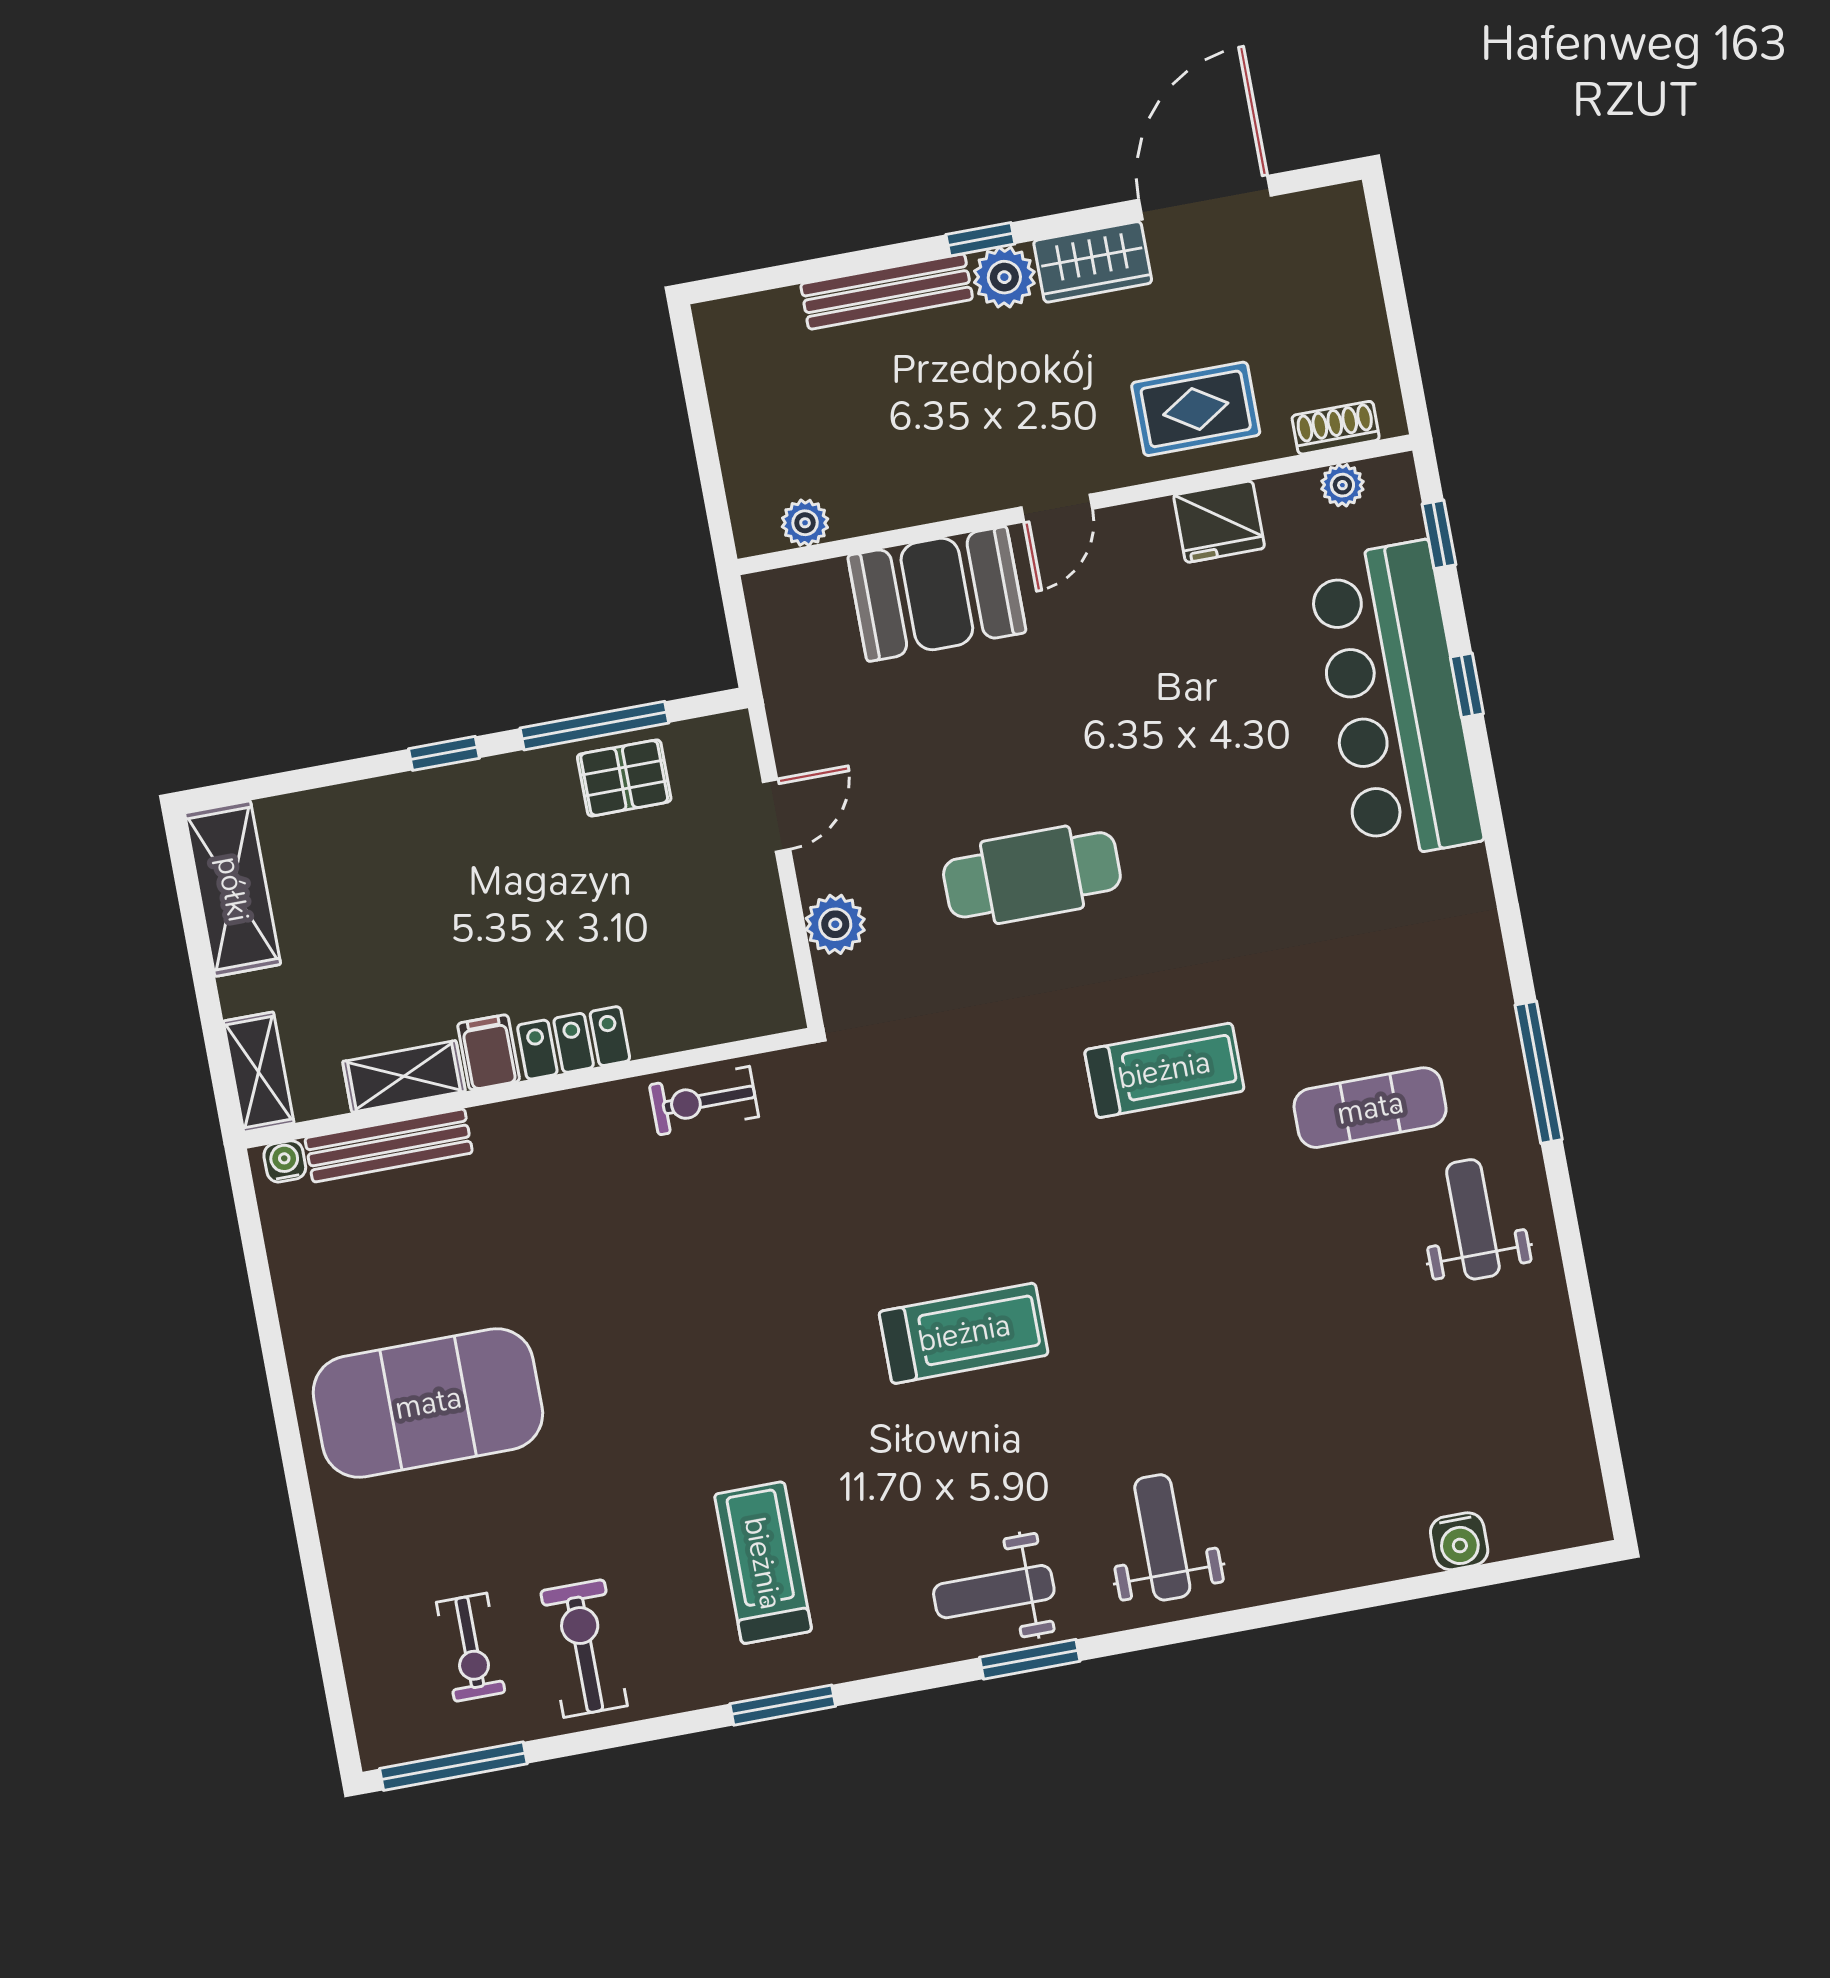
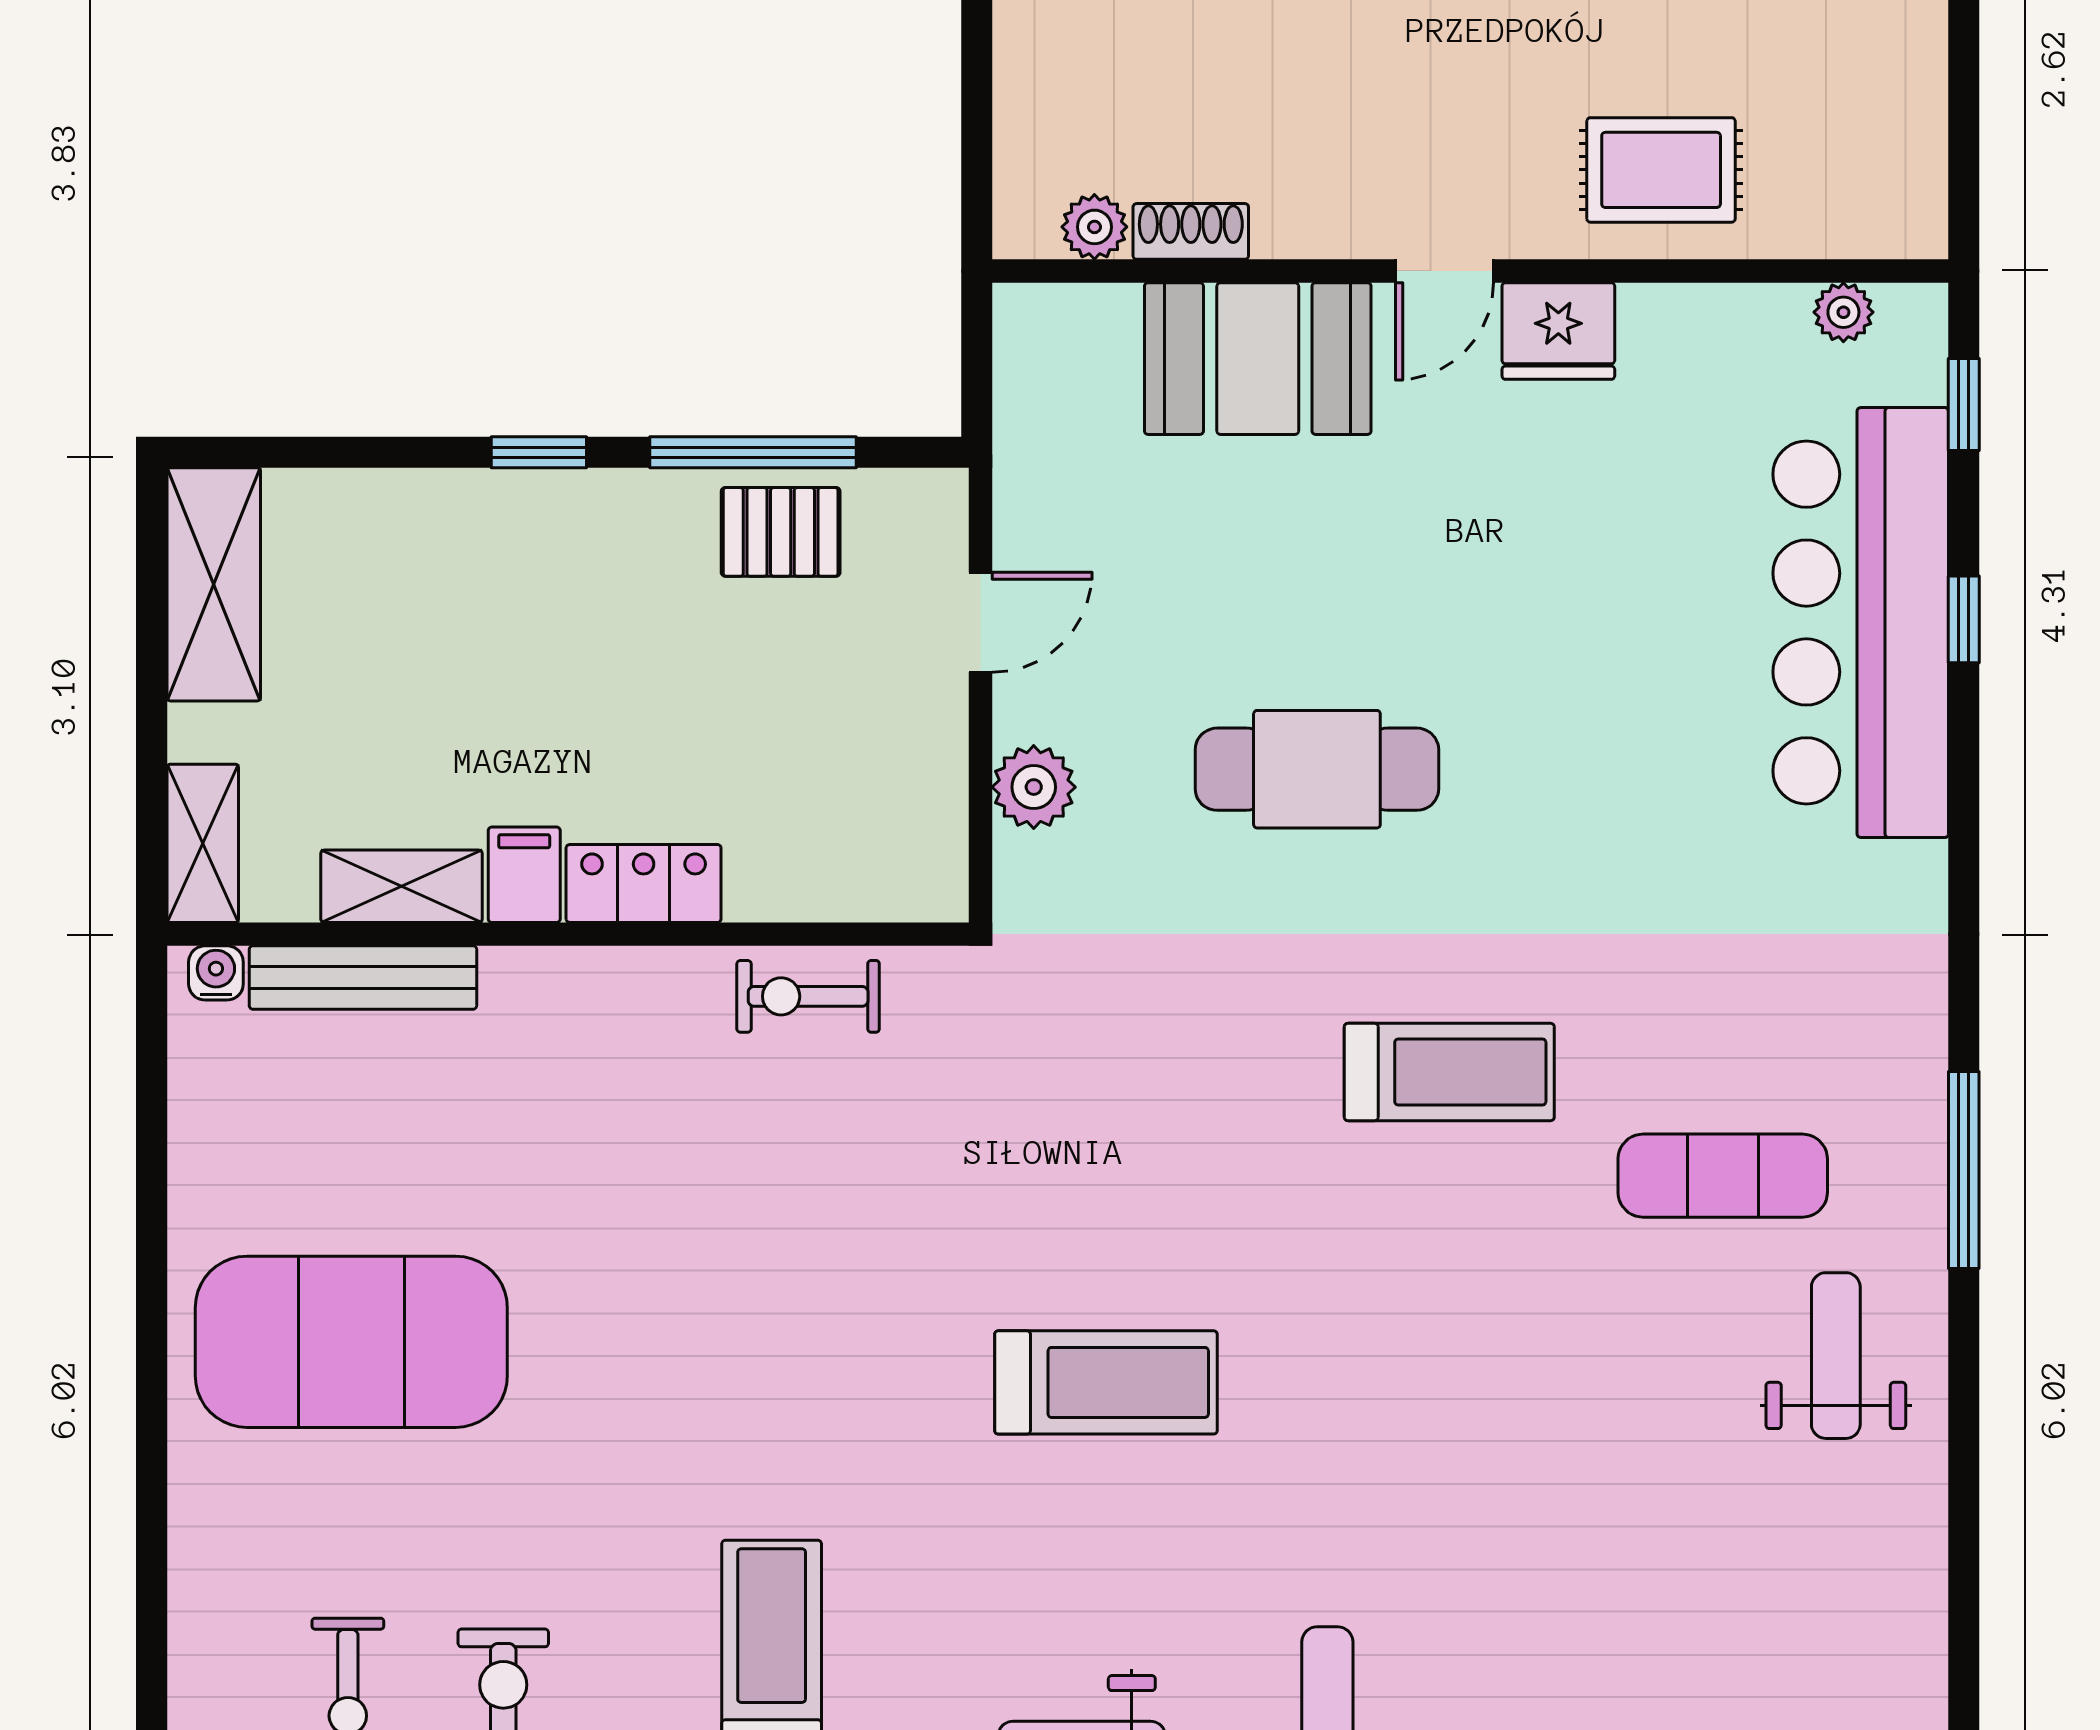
shoe rack: (1336, 428) -> (1191, 231), moved
fridge: (1219, 522) -> (1558, 331), moved

